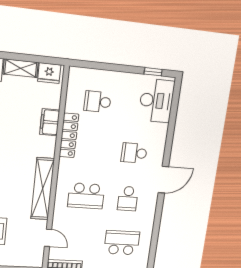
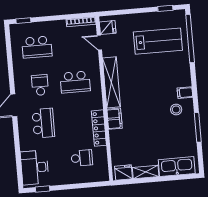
filing cabinet: (50, 122) -> (115, 119), moved
school desk: (134, 153) -> (43, 123), width x1.85
school desk: (86, 196) -> (75, 82), turned 180
fridge: (35, 254) -> (108, 28), added

